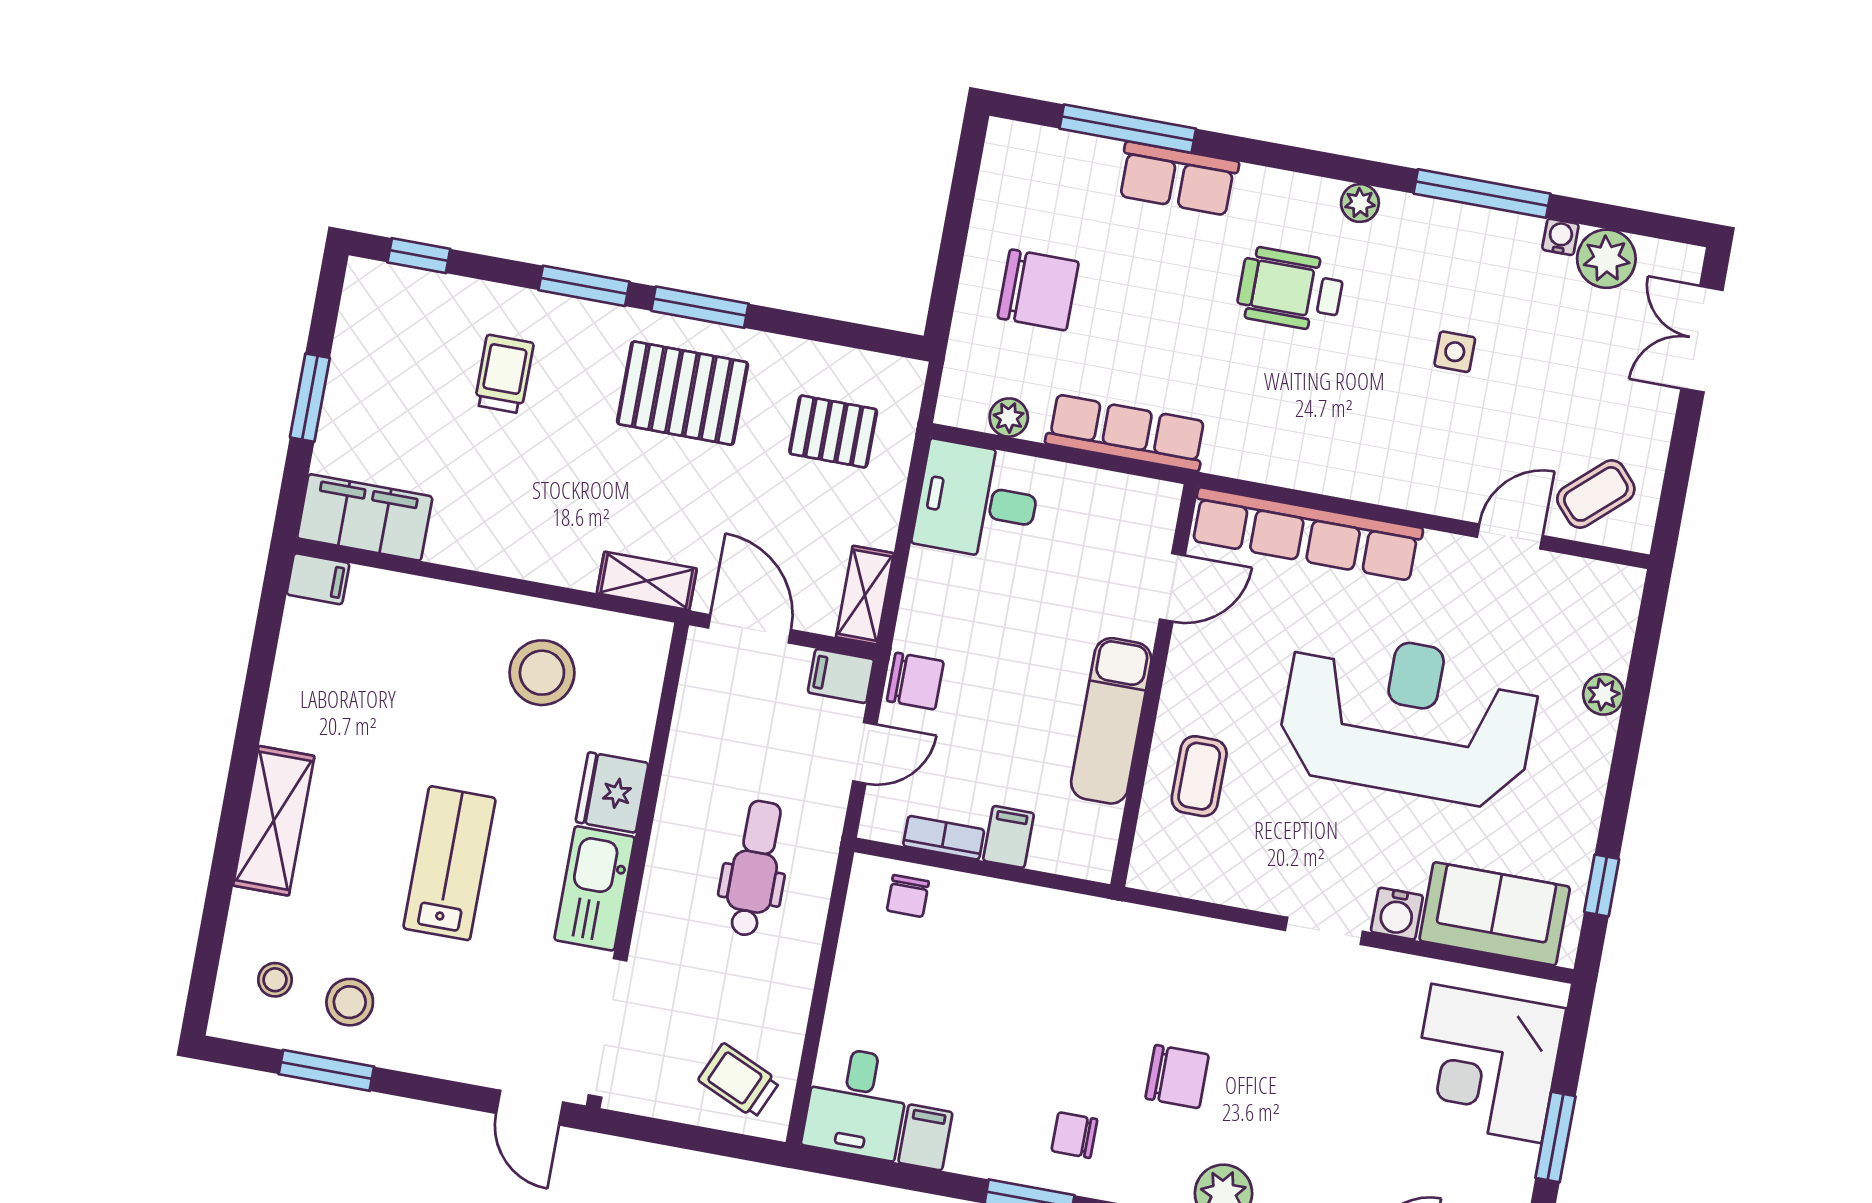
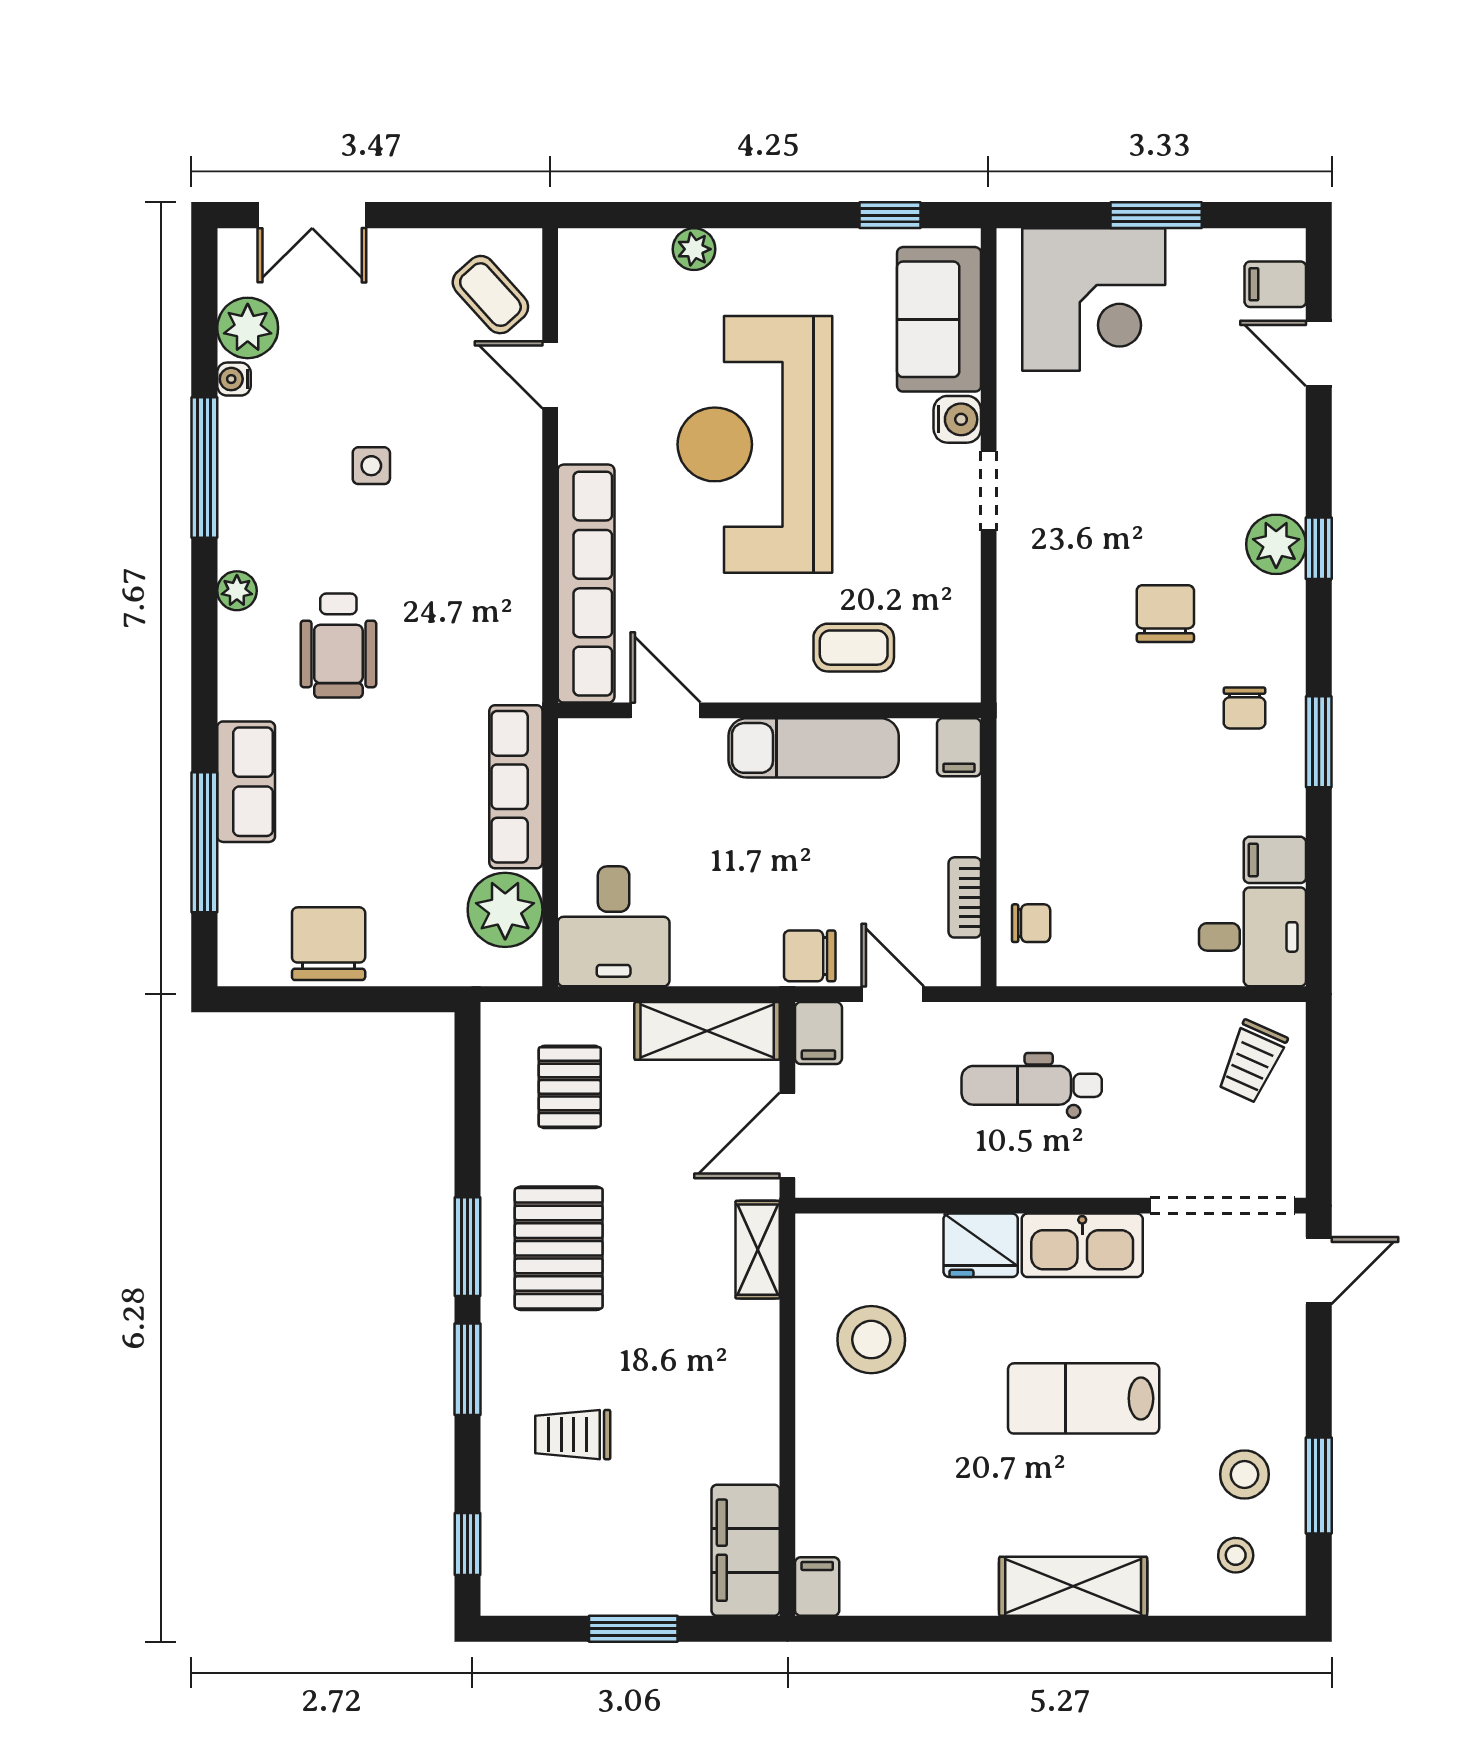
chair: (1038, 290) -> (329, 944), moved
plant: (1009, 418) -> (505, 910), width x1.88, depth x1.88
shelving: (865, 595) -> (707, 1031), width x1.50, depth x1.33
chair: (915, 681) -> (810, 956), turned -90
filing cabinet: (1009, 837) -> (959, 747), moved, turned -90

